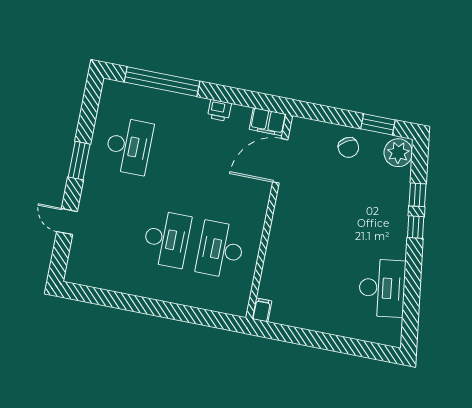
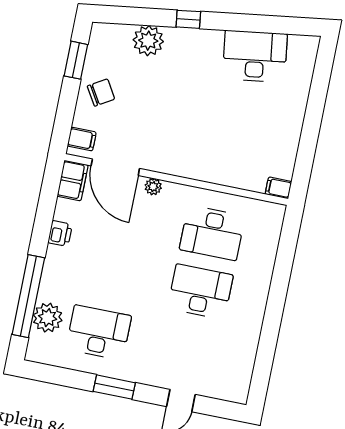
plant: (142, 99) -> (48, 318), added
filing cabinet: (306, 130) -> (82, 139), added
plant: (398, 153) -> (148, 41), moved
plant: (263, 195) -> (153, 187), added
window: (418, 195) -> (153, 17), removed

